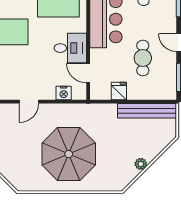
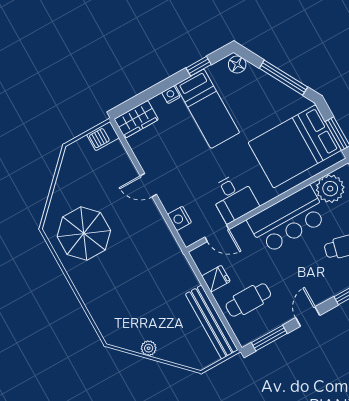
cafe table: (143, 58) -> (248, 300), moved
door: (88, 73) -> (217, 233), swing flipped
parasol: (69, 154) -> (84, 233), moved, width x0.73, depth x0.73

